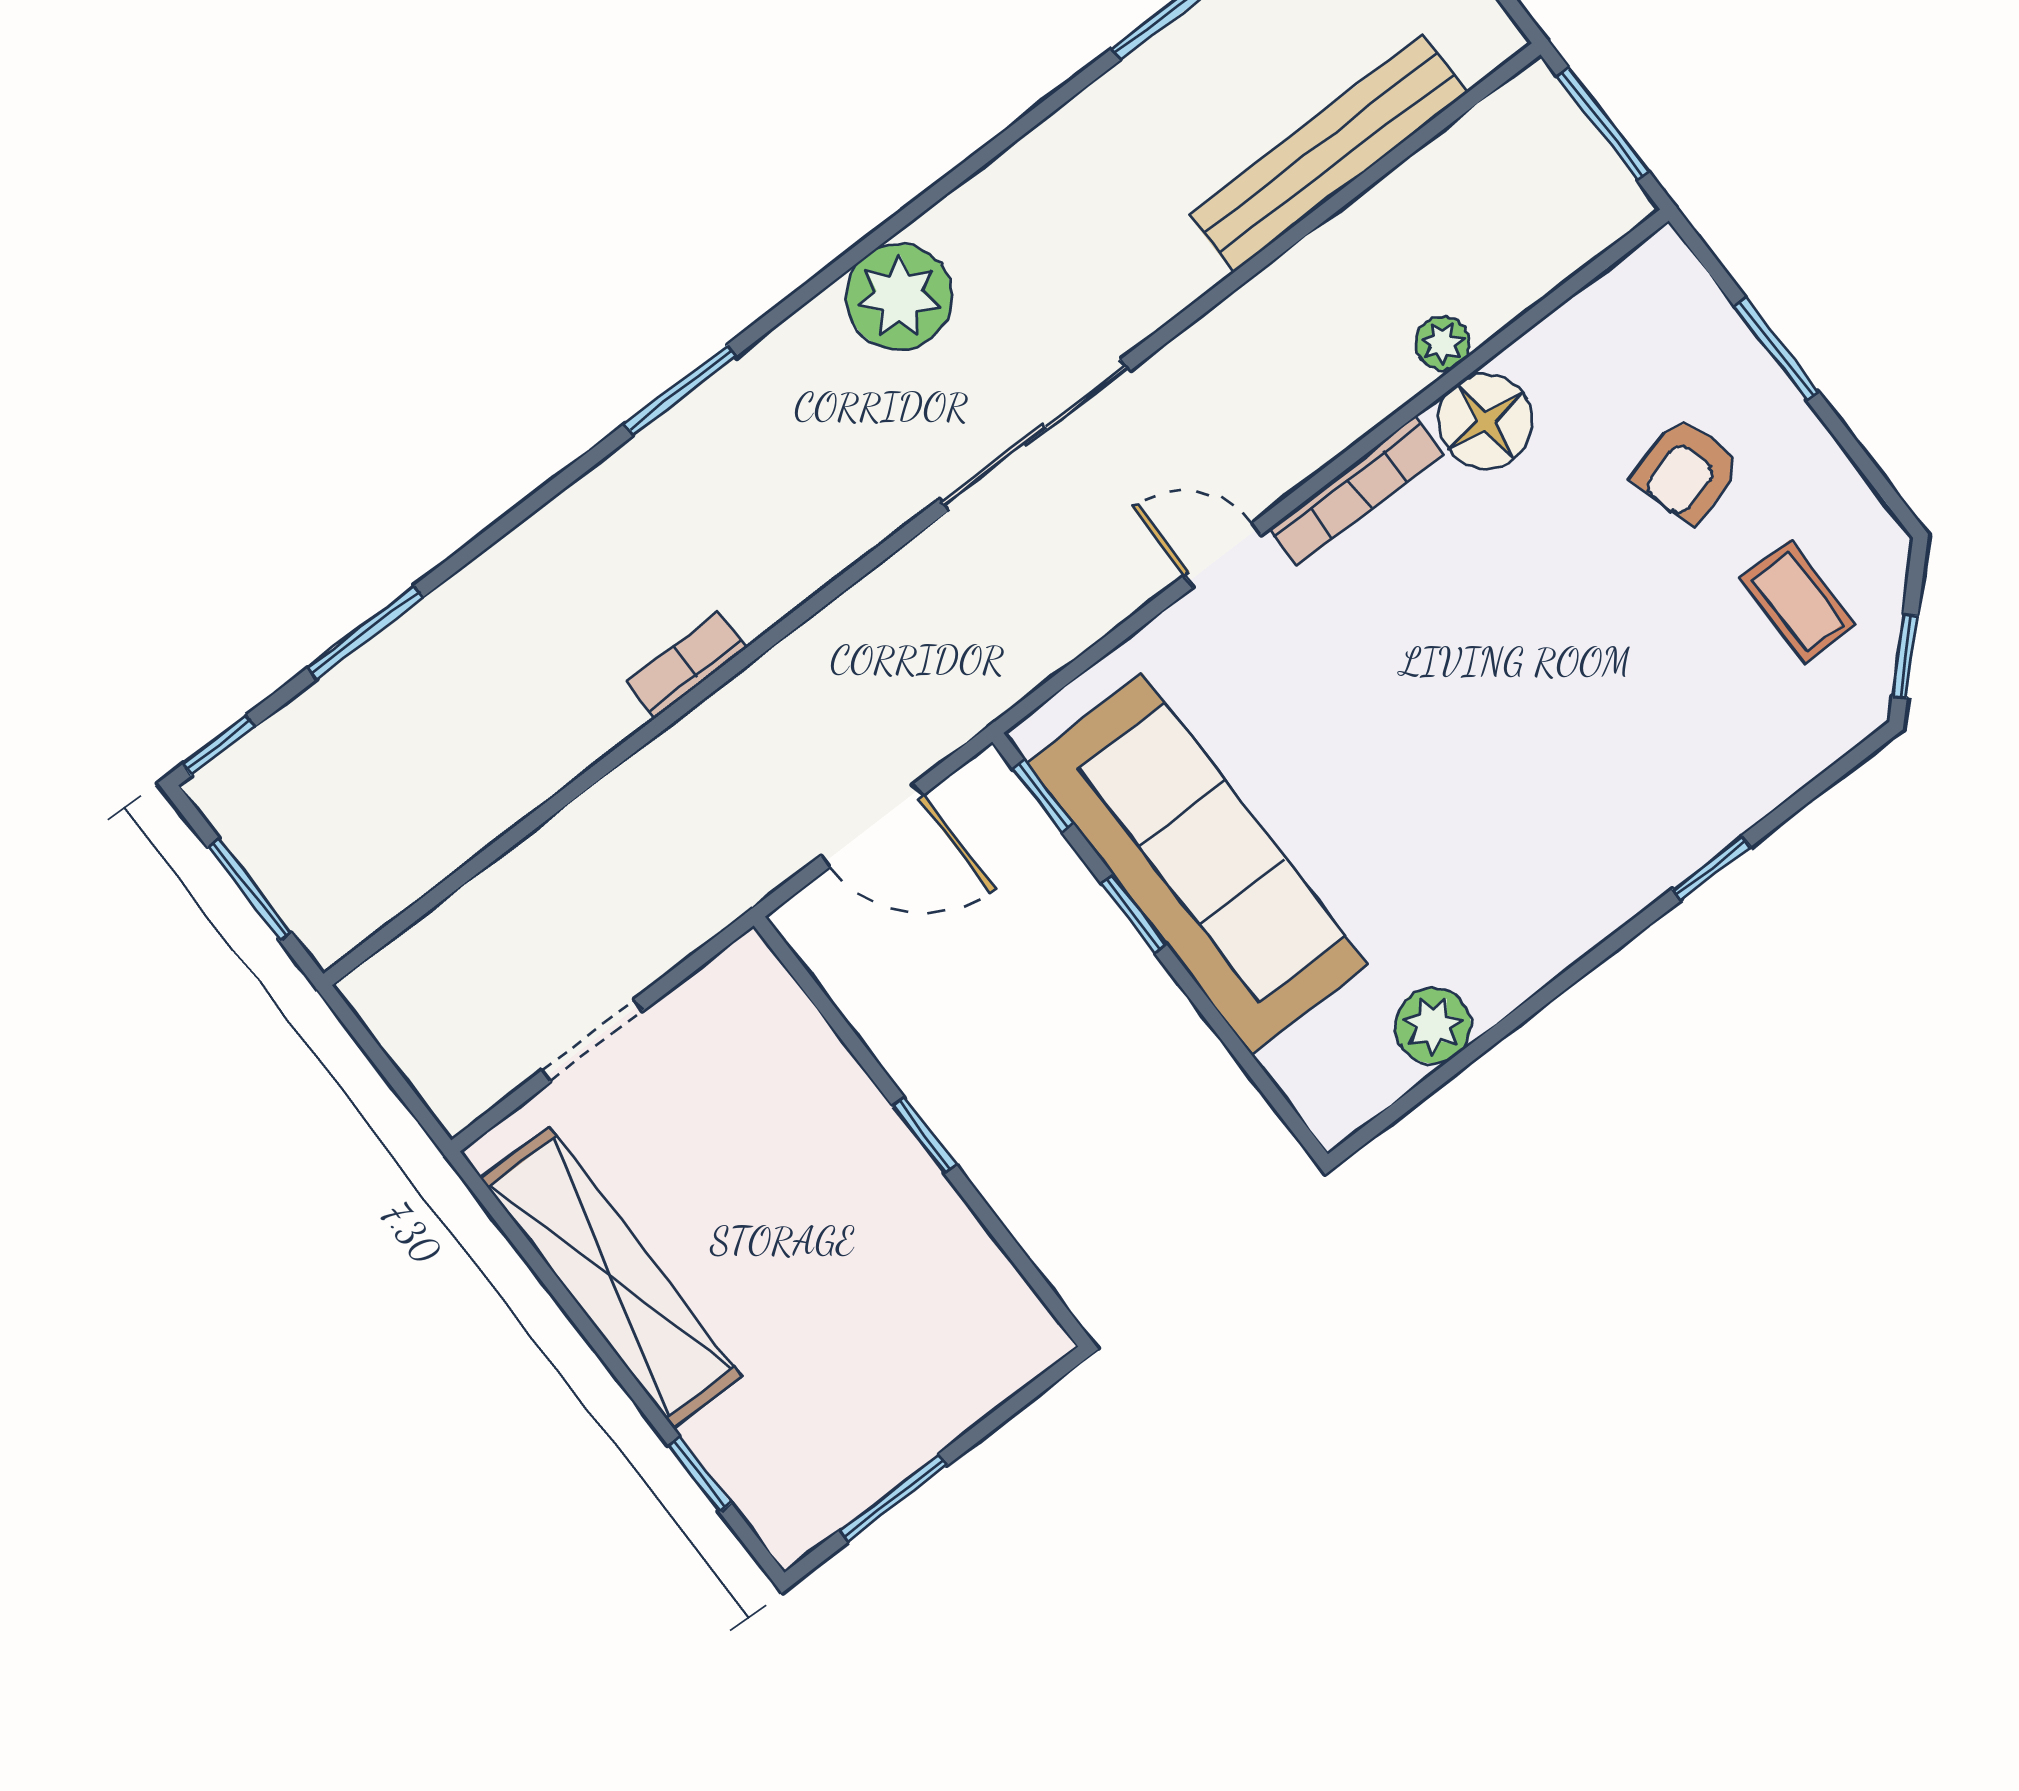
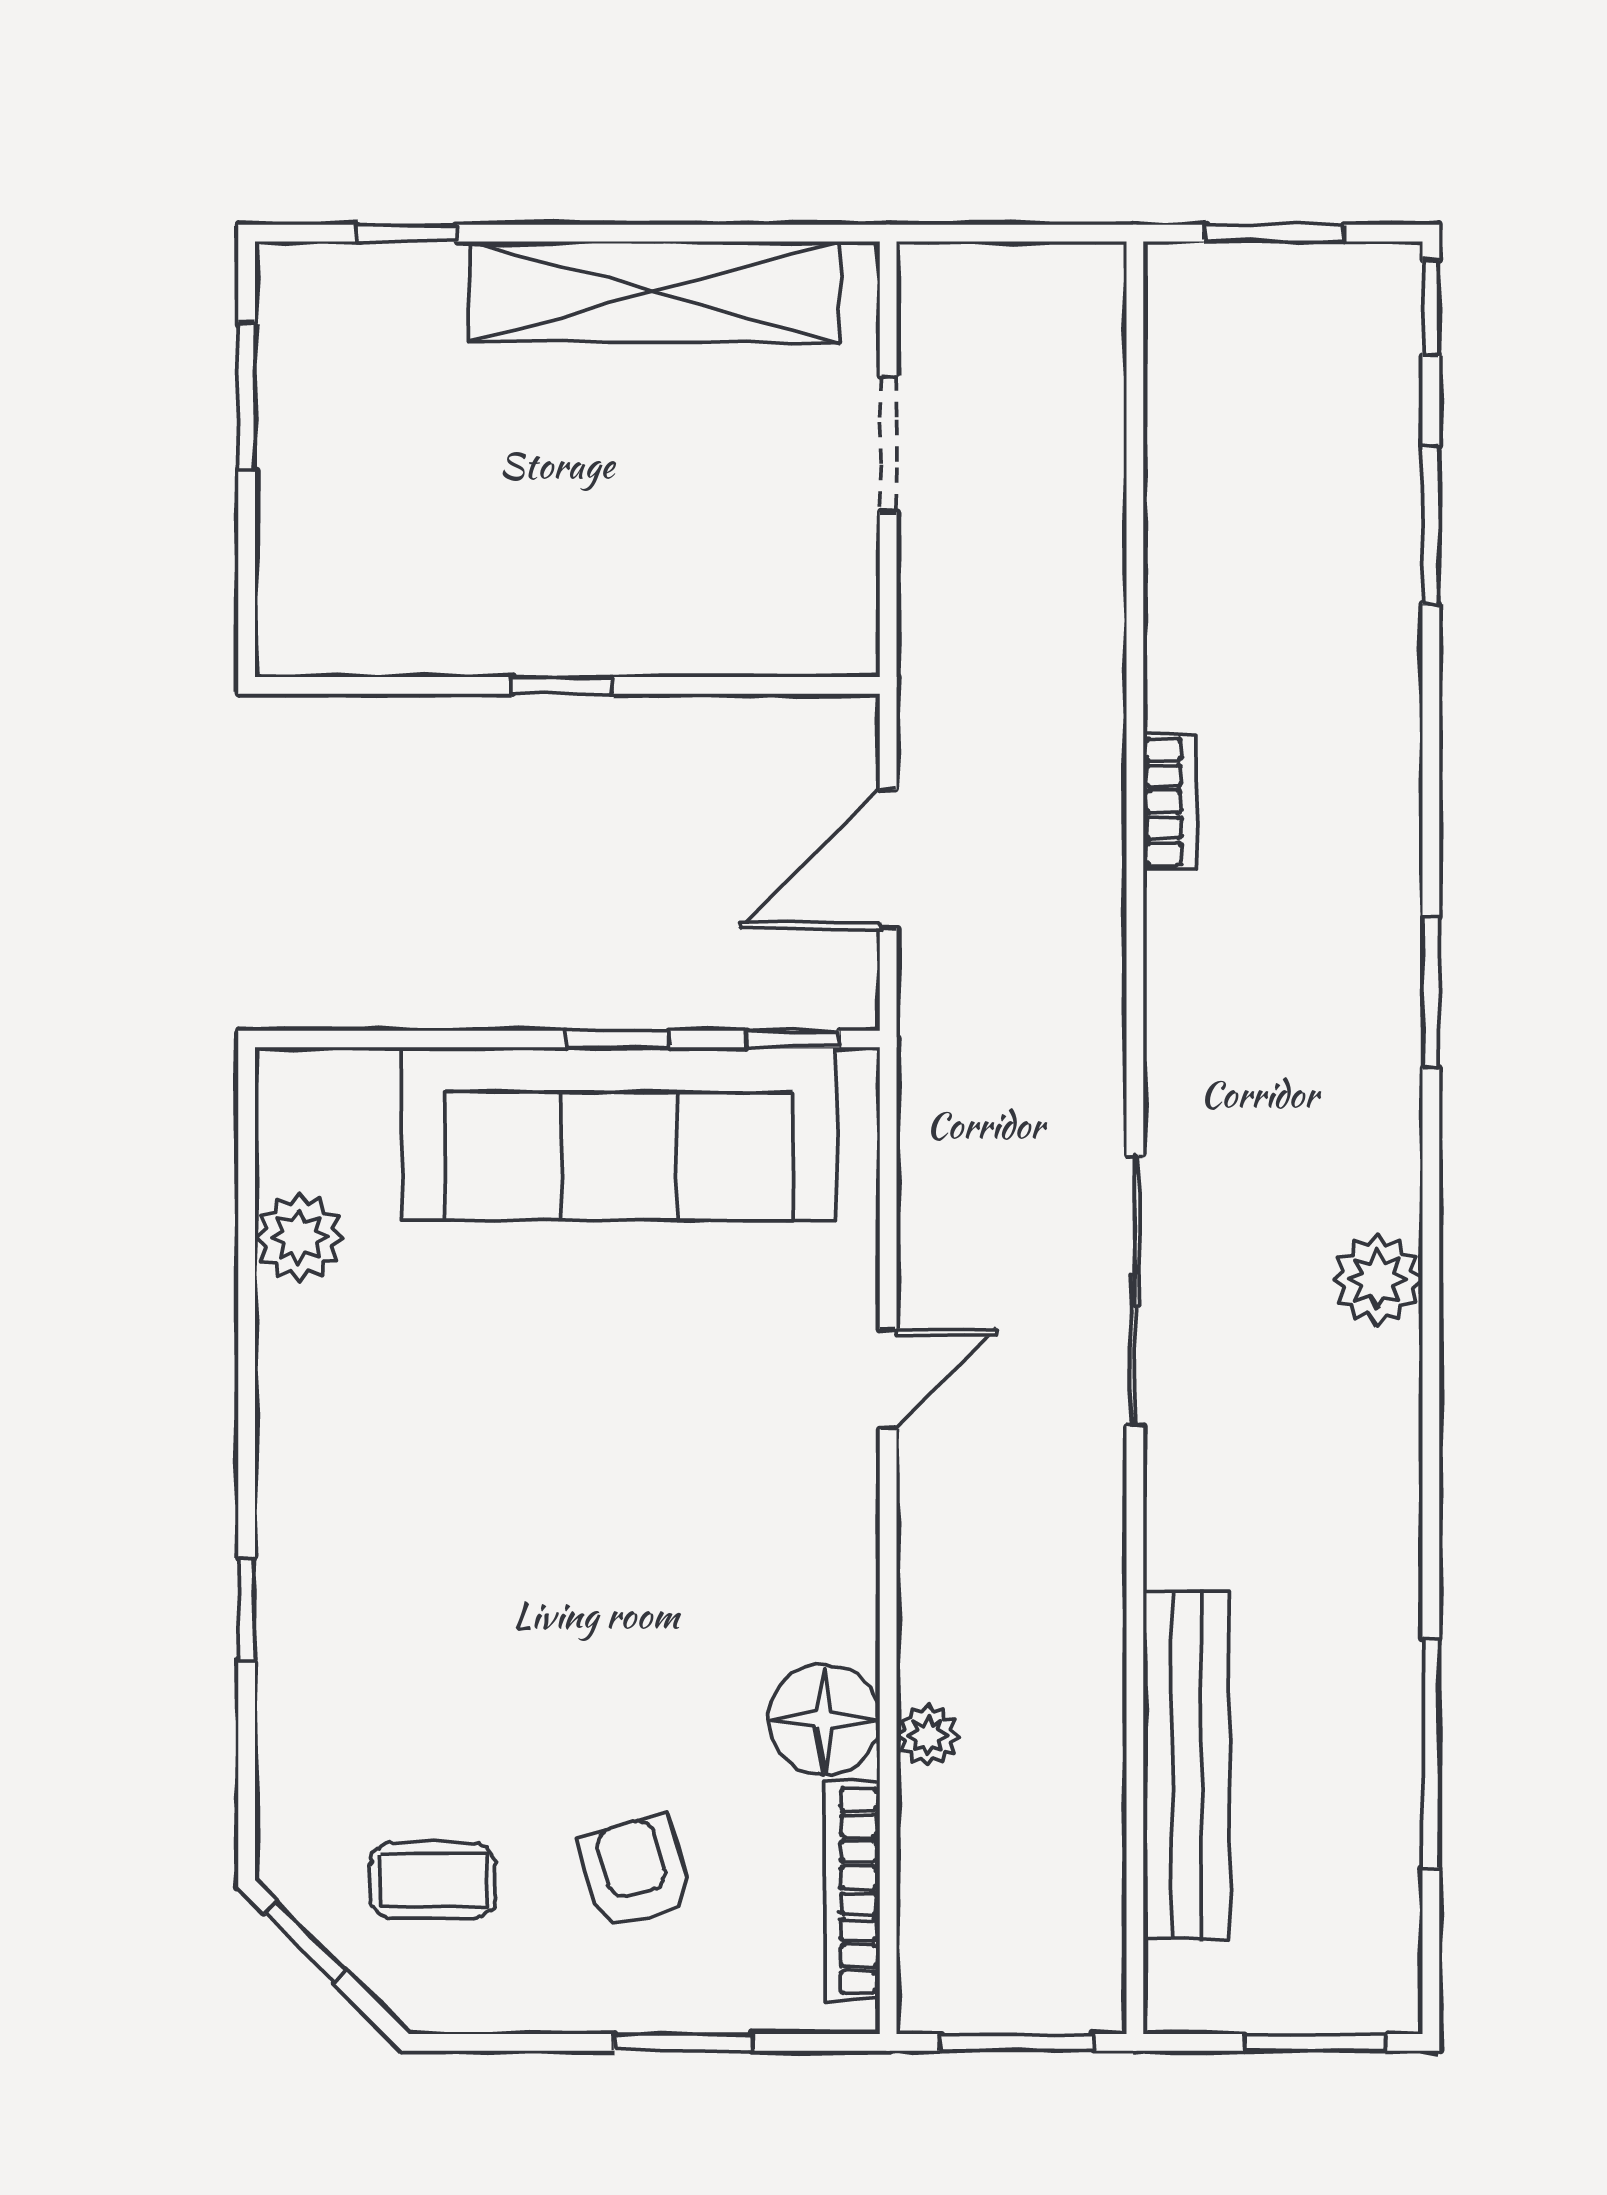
plant: (899, 297) -> (1377, 1280), width x0.73, depth x0.73
bookcase: (1356, 491) -> (852, 1891), moved

